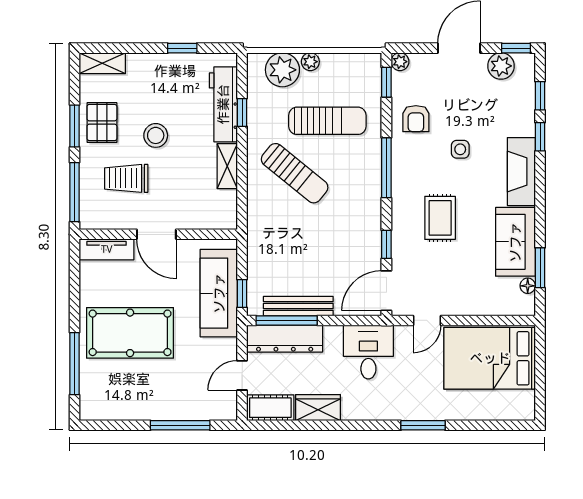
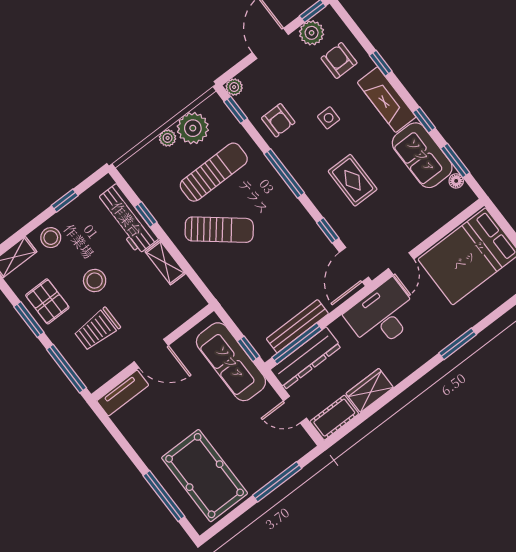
plant: (282, 70) -> (193, 128), moved
stool: (146, 71) -> (51, 238), added
window: (540, 96) -> (424, 120), moved
armchair: (506, 107) -> (339, 61), added
pool table: (130, 333) -> (205, 476), moved, turned 90
desk: (368, 352) -> (382, 315), width x1.37
door: (242, 375) -> (295, 410), hinge flipped

